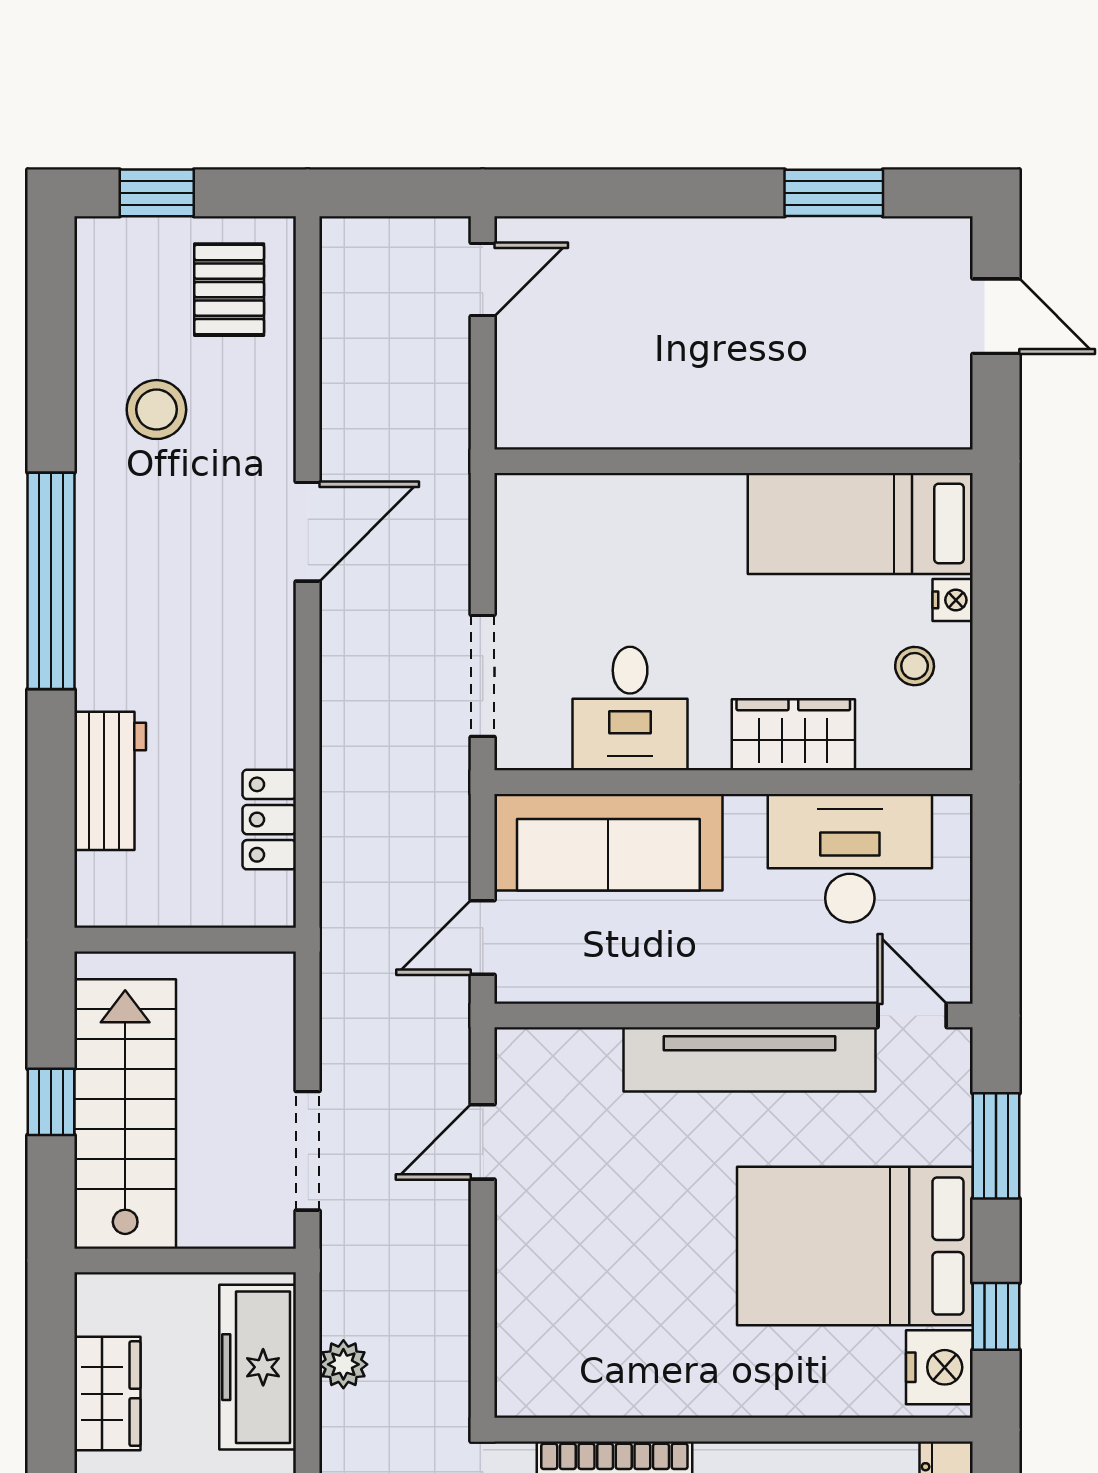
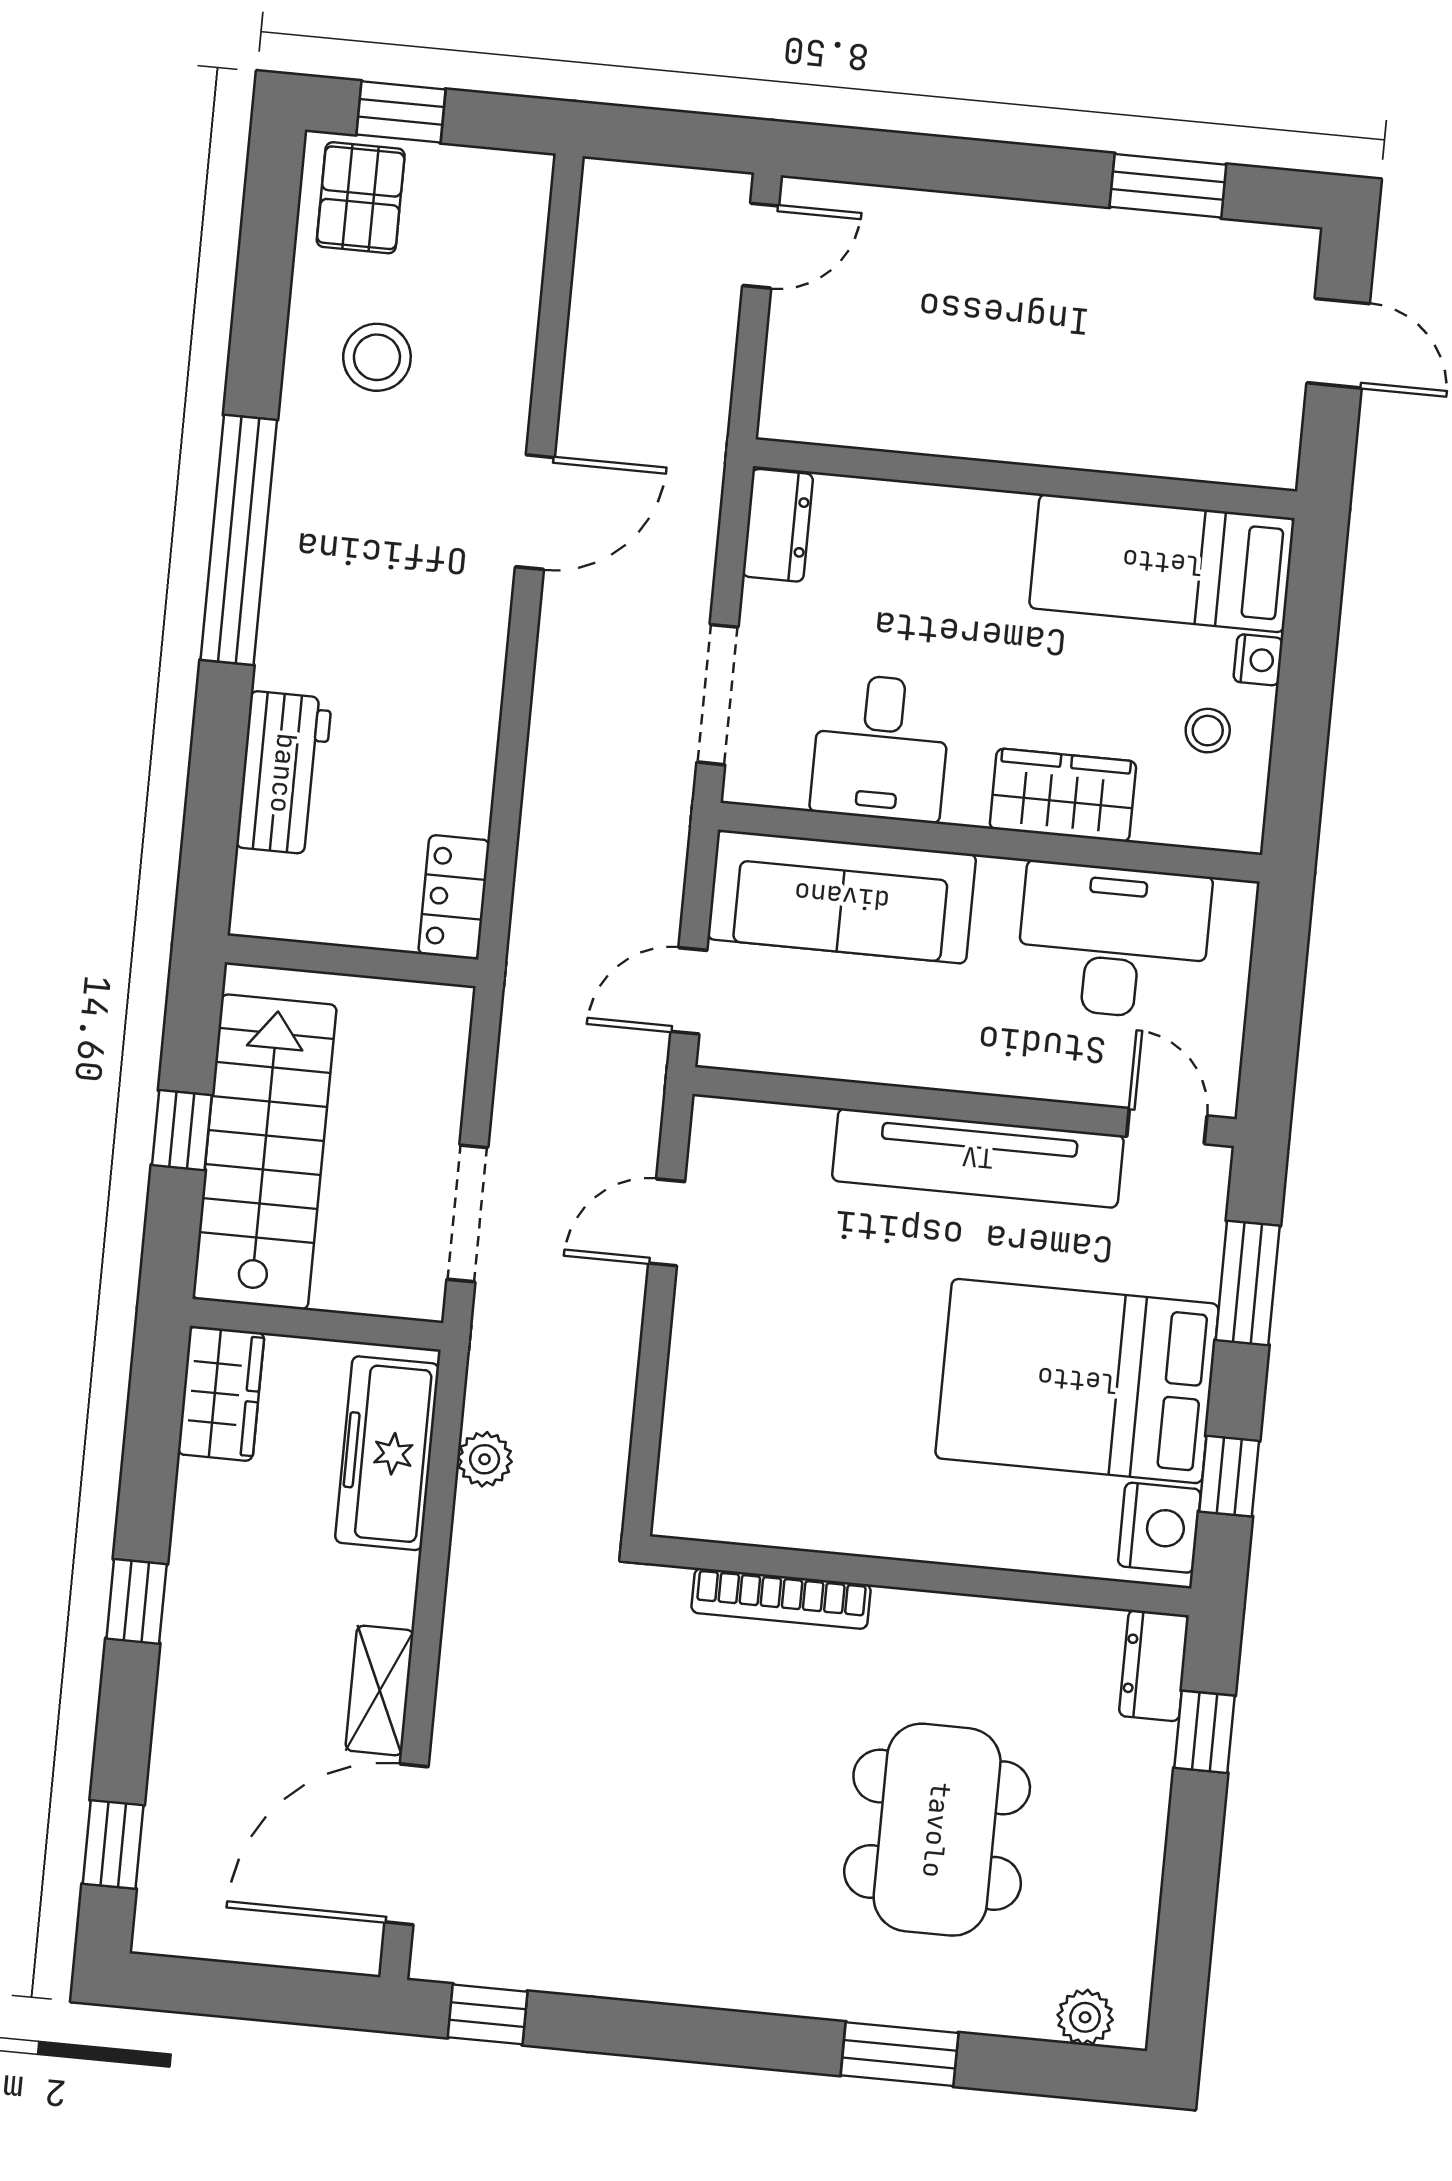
pallet: (229, 290) -> (361, 198), moved
dresser: (521, 523) -> (778, 525), added
locker: (269, 820) -> (454, 897), moved
wardrobe: (107, 1394) -> (221, 1393), moved

